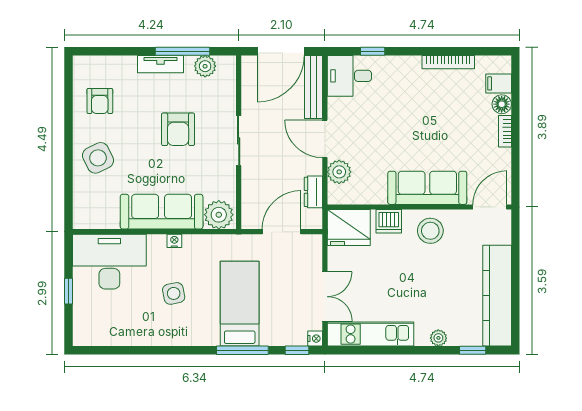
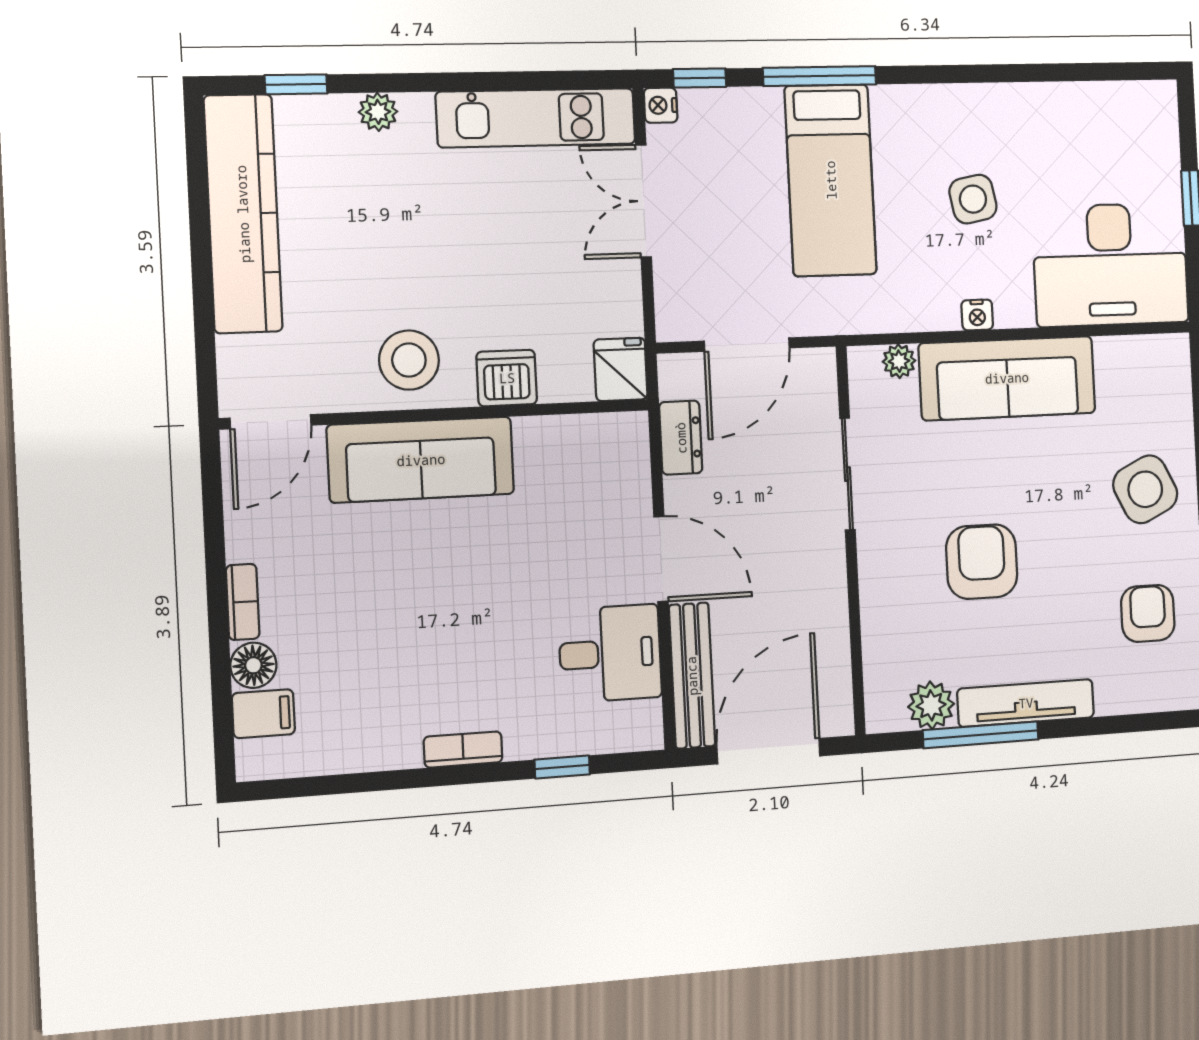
bookcase: (448, 62) -> (463, 749), moved, width x0.64
tv unit: (161, 64) -> (1026, 703), width x1.41
desk: (349, 76) -> (610, 653), moved
sliding door: (239, 141) -> (847, 474), moved
plant: (339, 172) -> (625, 486), removed
plant: (219, 215) -> (899, 361), width x0.53, depth x0.53
fridge: (349, 228) -> (621, 369), width x0.53, depth x0.75

